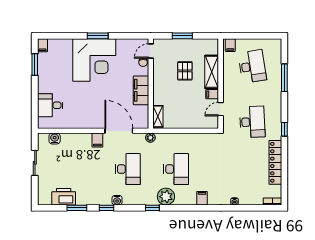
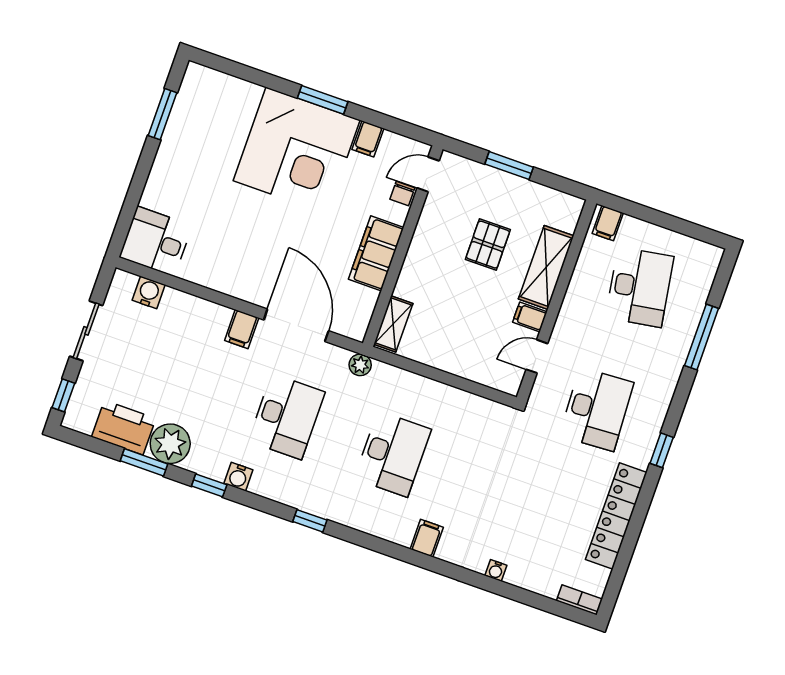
filing cabinet: (42, 45) -> (368, 139), moved
desk: (50, 105) -> (156, 241), moved
window: (35, 192) -> (63, 395), added
plant: (166, 197) -> (170, 444), moved

